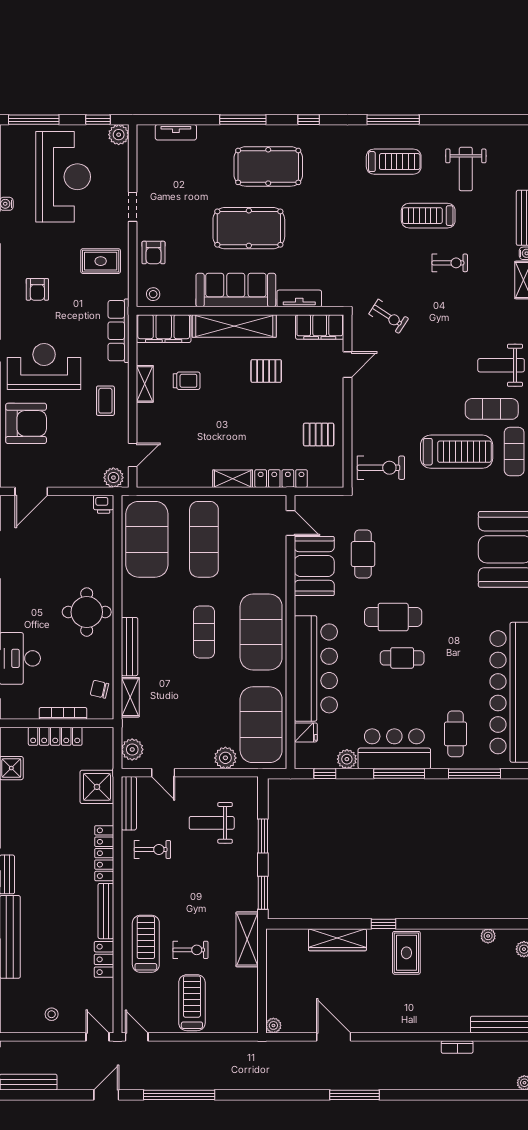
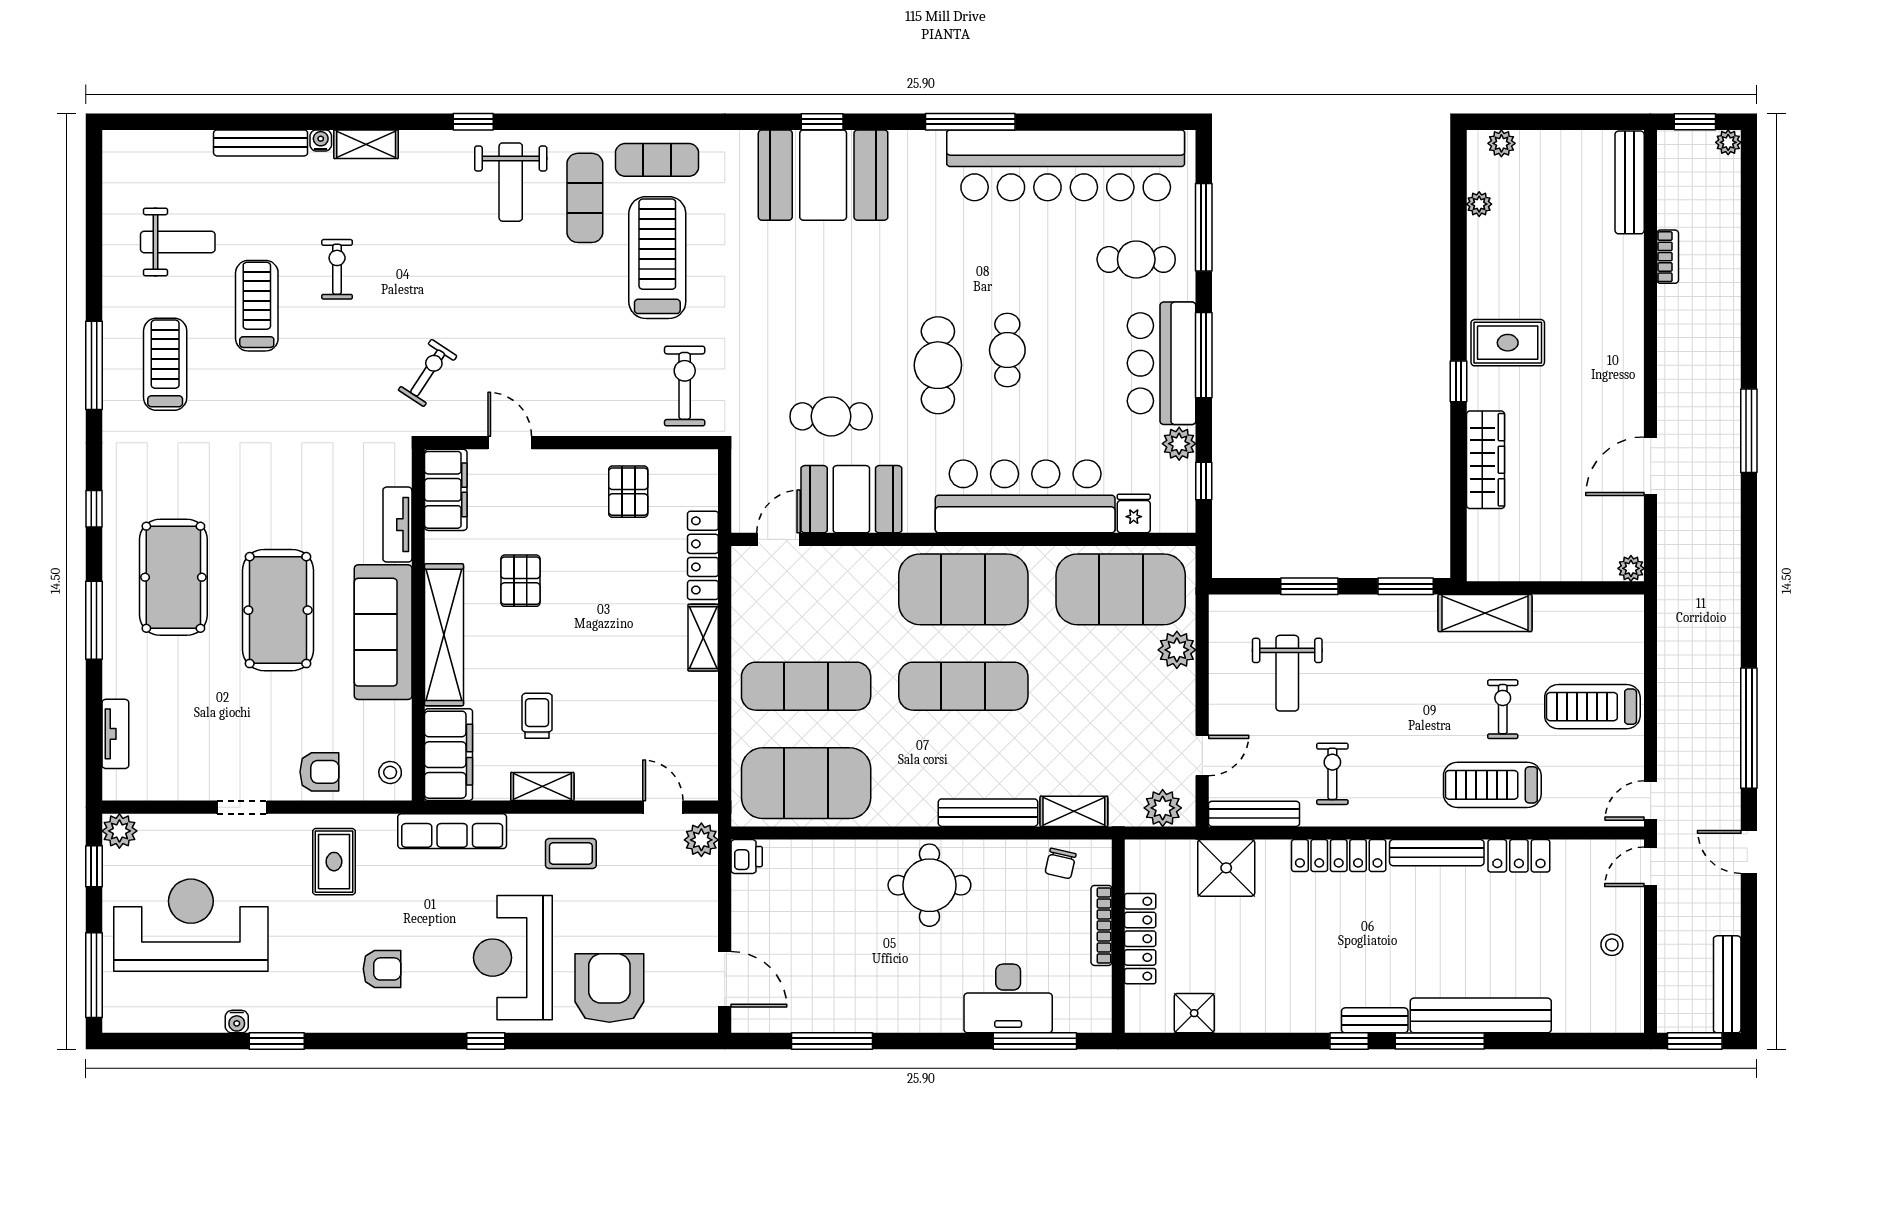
treadmill: (428, 216) -> (257, 306), turned 180
exercise mat: (204, 632) -> (963, 686), width x1.36, depth x1.45

